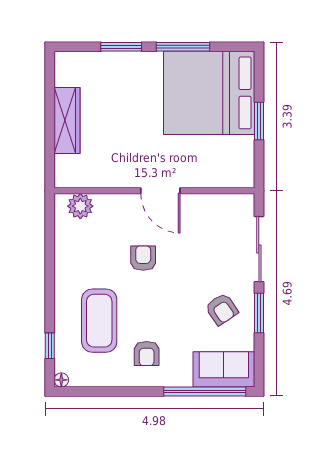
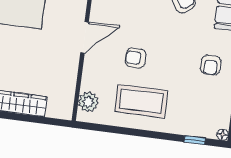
coffee table: (99, 321) -> (141, 101), moved
armchair: (147, 354) -> (211, 65), turned 90

